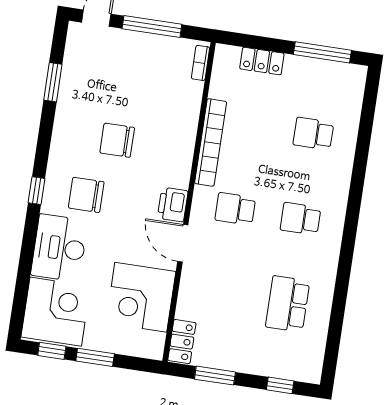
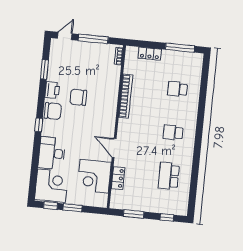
chair: (86, 195) -> (53, 111), moved, turned 180
printer: (173, 205) -> (52, 90), moved, turned 180
school desk: (235, 209) -> (140, 129), removed
locker: (182, 342) -> (118, 178), moved

